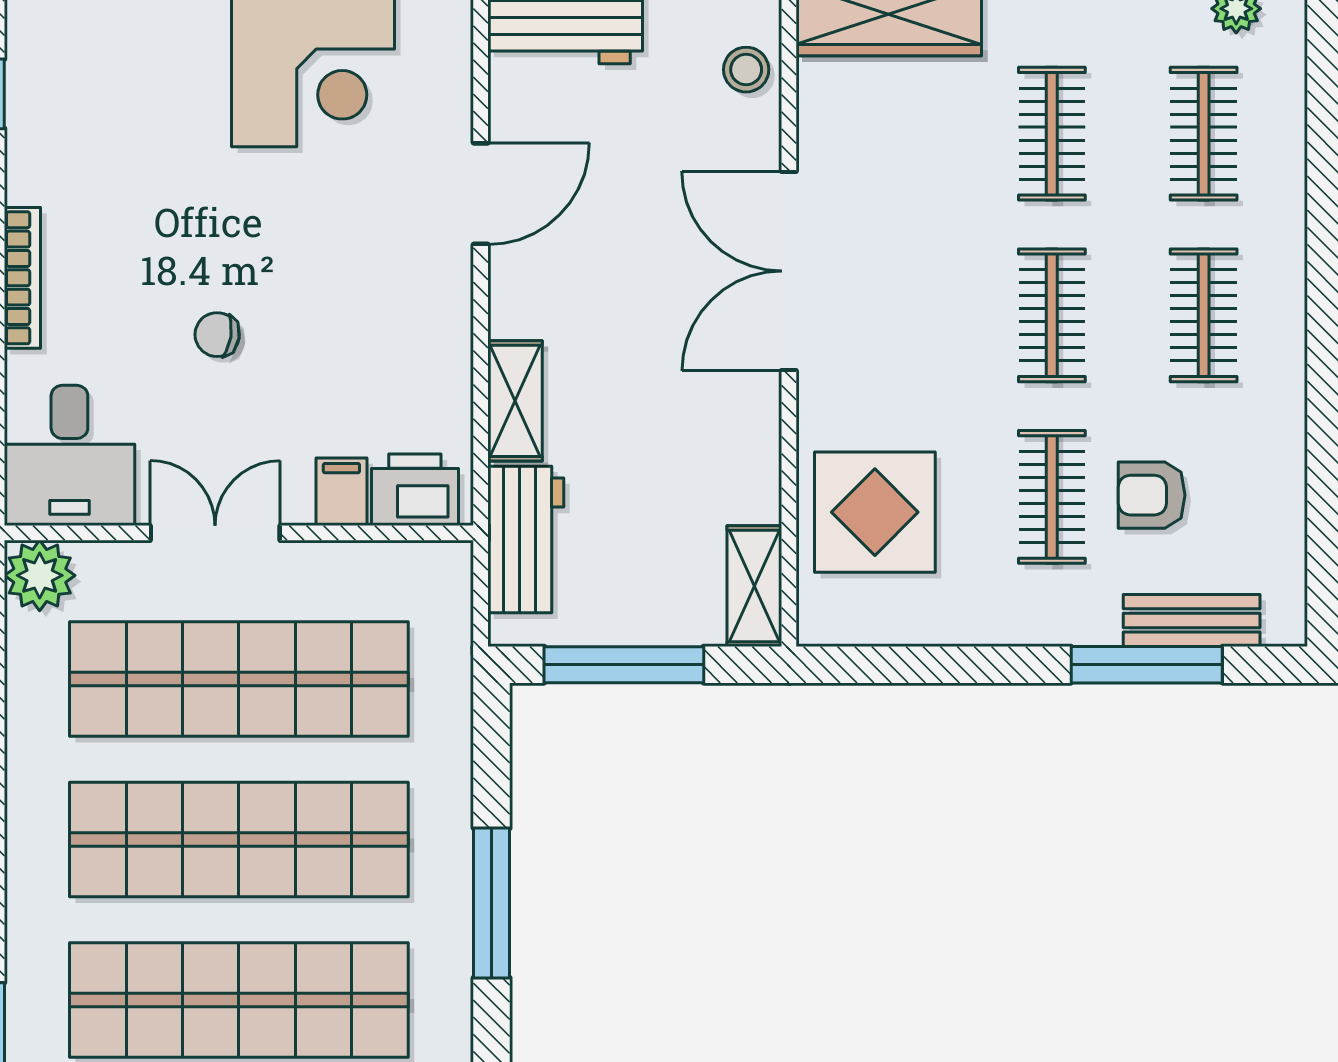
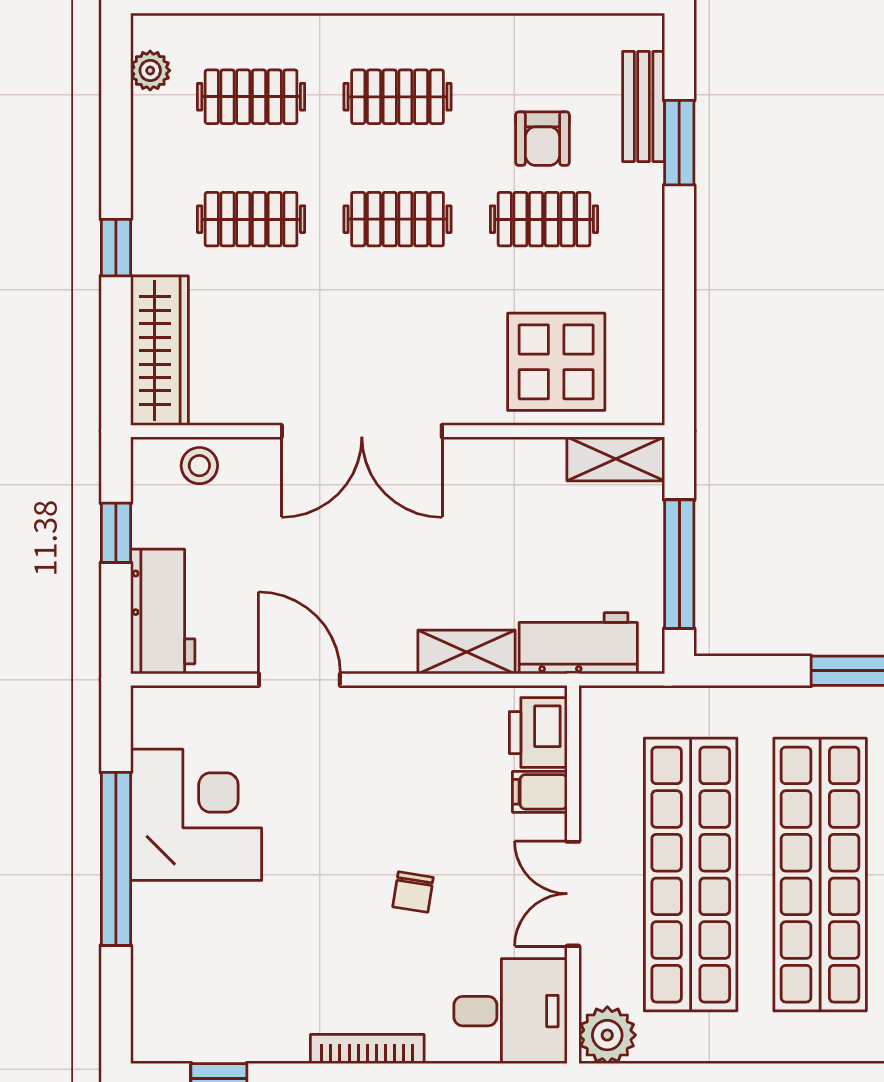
window: (1147, 665) -> (679, 143), width x0.69

